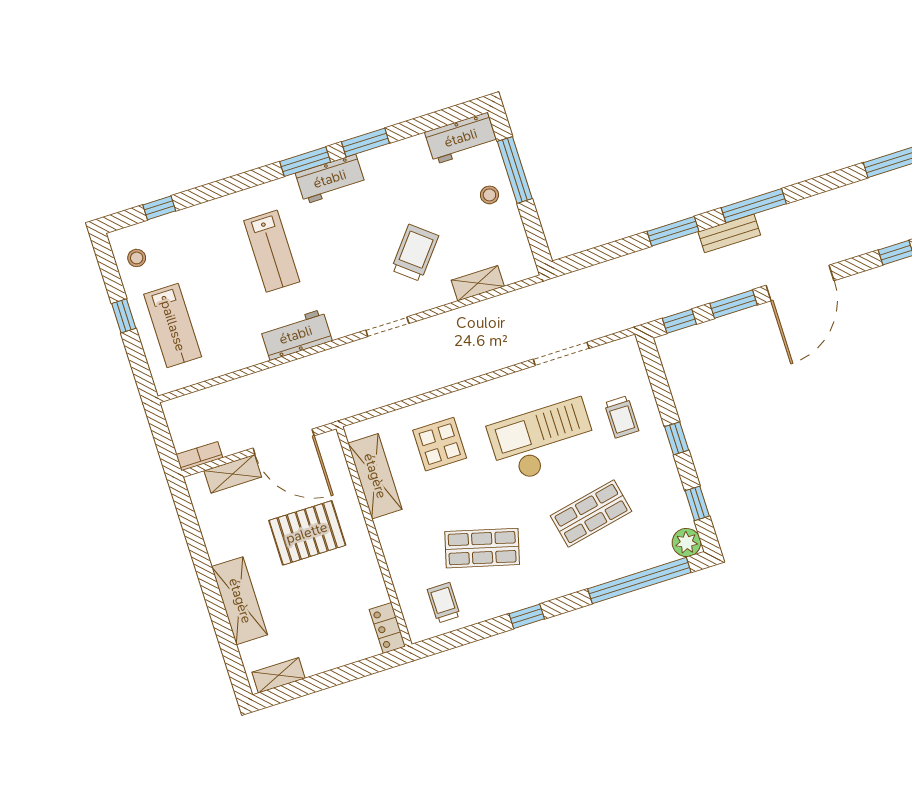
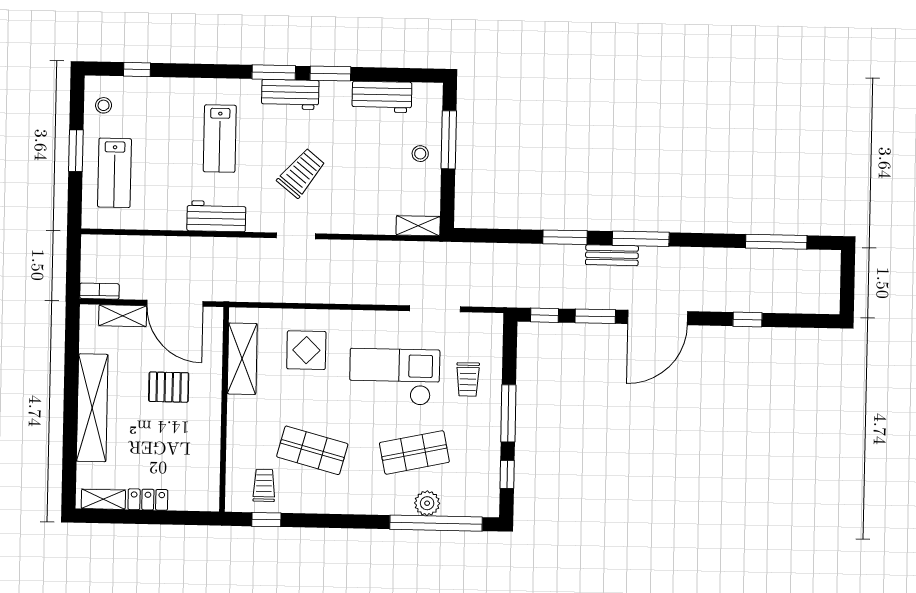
workbench: (461, 138) -> (382, 97), moved
trolley: (415, 253) -> (301, 173), moved
shelving: (478, 283) -> (418, 226), moved
window: (124, 316) -> (76, 151), width x1.50
window: (677, 438) -> (508, 413), width x2.17
pallet: (307, 533) -> (169, 387), width x0.67, depth x0.71
plant: (687, 543) -> (427, 503), moved
shelving: (240, 601) -> (92, 408), width x1.47
window: (527, 616) -> (266, 520), moved
locker: (387, 628) -> (148, 500), moved, turned 90

